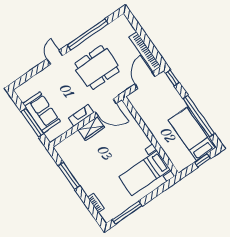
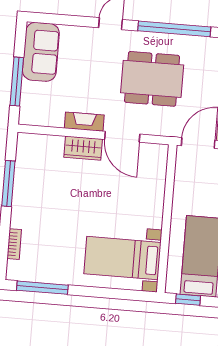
sofa: (42, 112) -> (41, 52), moved
wall: (150, 136) -> (167, 219), moved
bed with nightstands: (144, 173) -> (122, 258), moved

